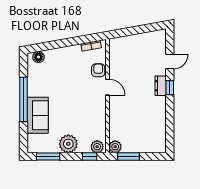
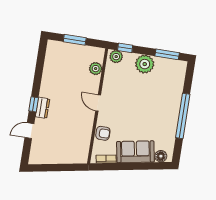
armchair: (98, 70) -> (103, 133), turned -90
door: (107, 87) -> (98, 103), moved
sofa: (38, 115) -> (135, 152), moved, turned 80
plant: (115, 147) -> (96, 69), moved
window: (129, 157) -> (75, 40), moved

